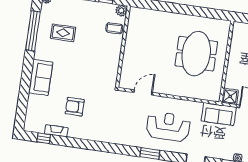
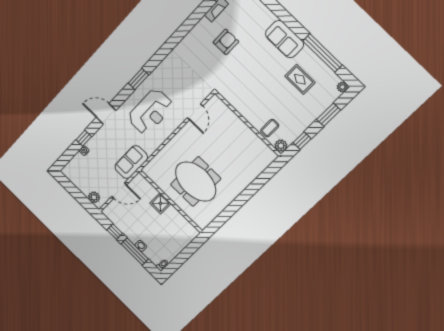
rug: (63, 33) -> (300, 79), turned 90
sofa: (41, 77) -> (284, 39), moved
shower: (230, 96) -> (160, 203), moved

